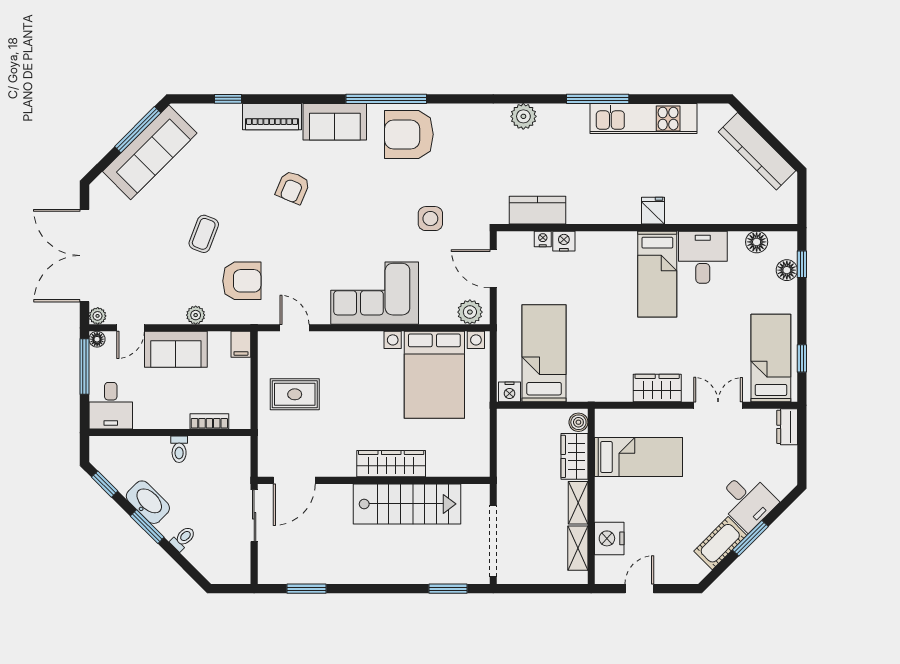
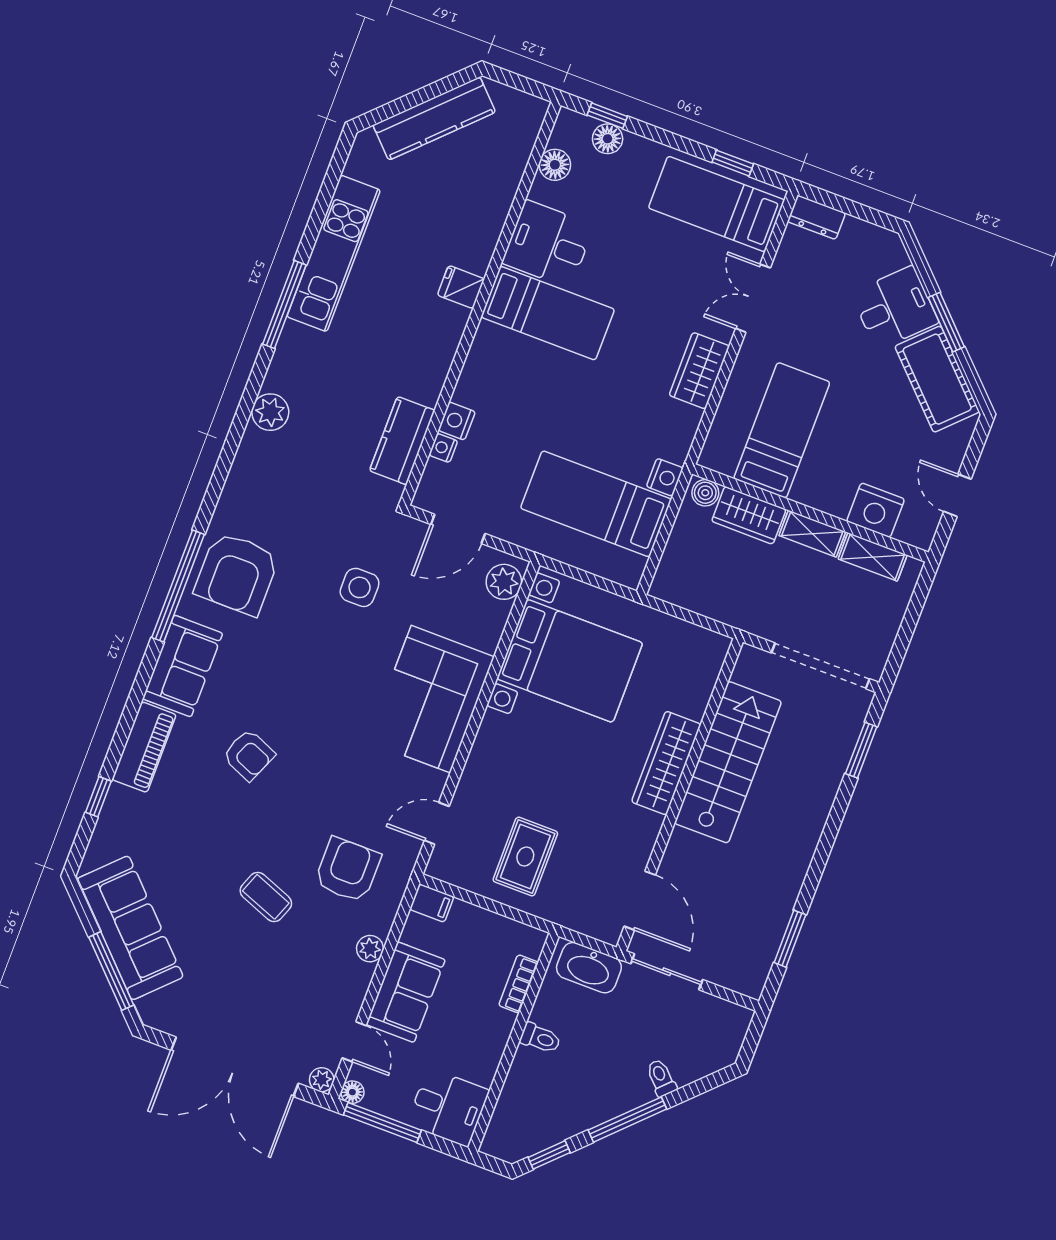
window: (138, 130) -> (111, 971), moved
nightstand: (510, 392) -> (665, 477), moved
washbasin: (148, 502) -> (589, 968), moved, turned -135
window: (147, 527) -> (627, 1120), width x1.44
cot: (720, 543) -> (937, 379), width x1.37, depth x1.34

